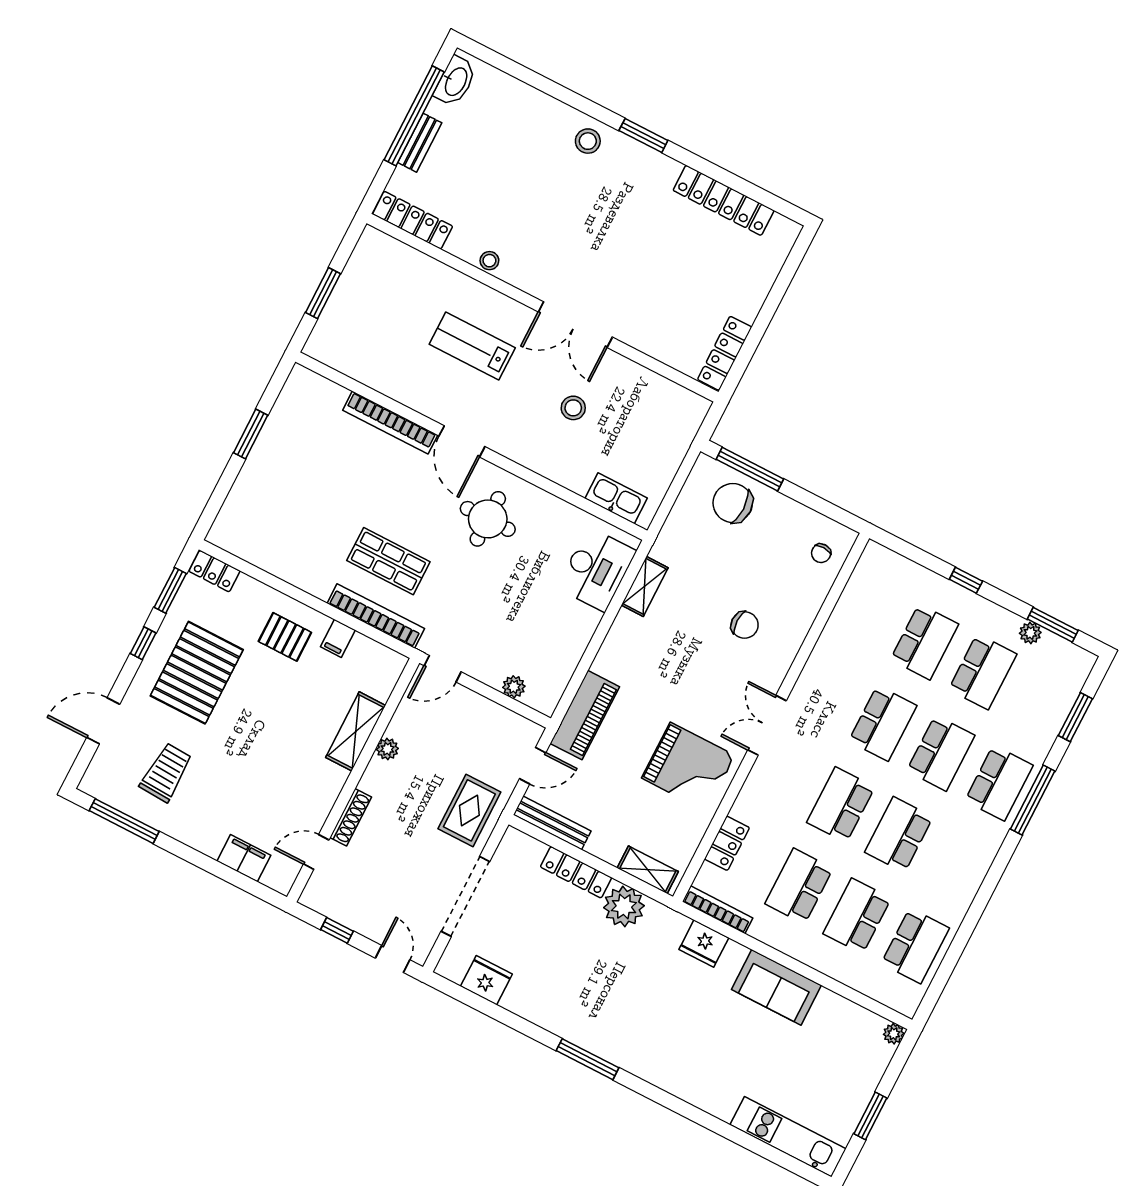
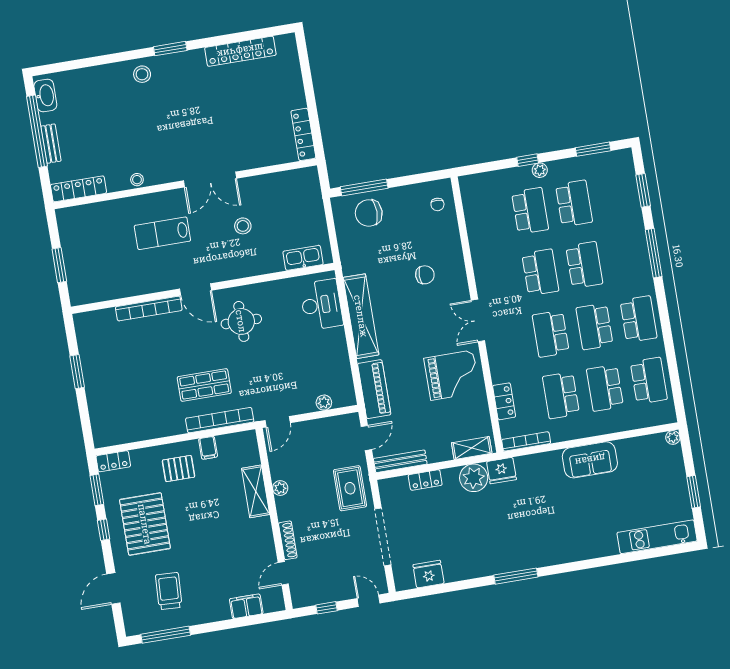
shelving: (645, 586) -> (361, 316), width x2.20, depth x1.33
plant: (1030, 633) -> (540, 170), moved
school desk: (999, 783) -> (638, 319), moved
locker: (576, 872) -> (425, 480), width x0.66
fridge: (704, 944) -> (501, 471), moved

